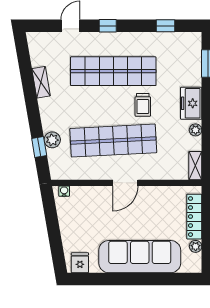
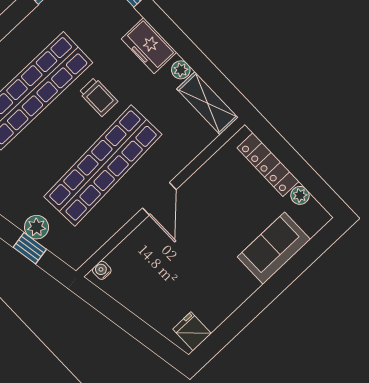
shelving: (195, 166) -> (208, 103), width x1.50, depth x1.33
sofa: (140, 257) -> (274, 248), width x0.54, depth x0.79

